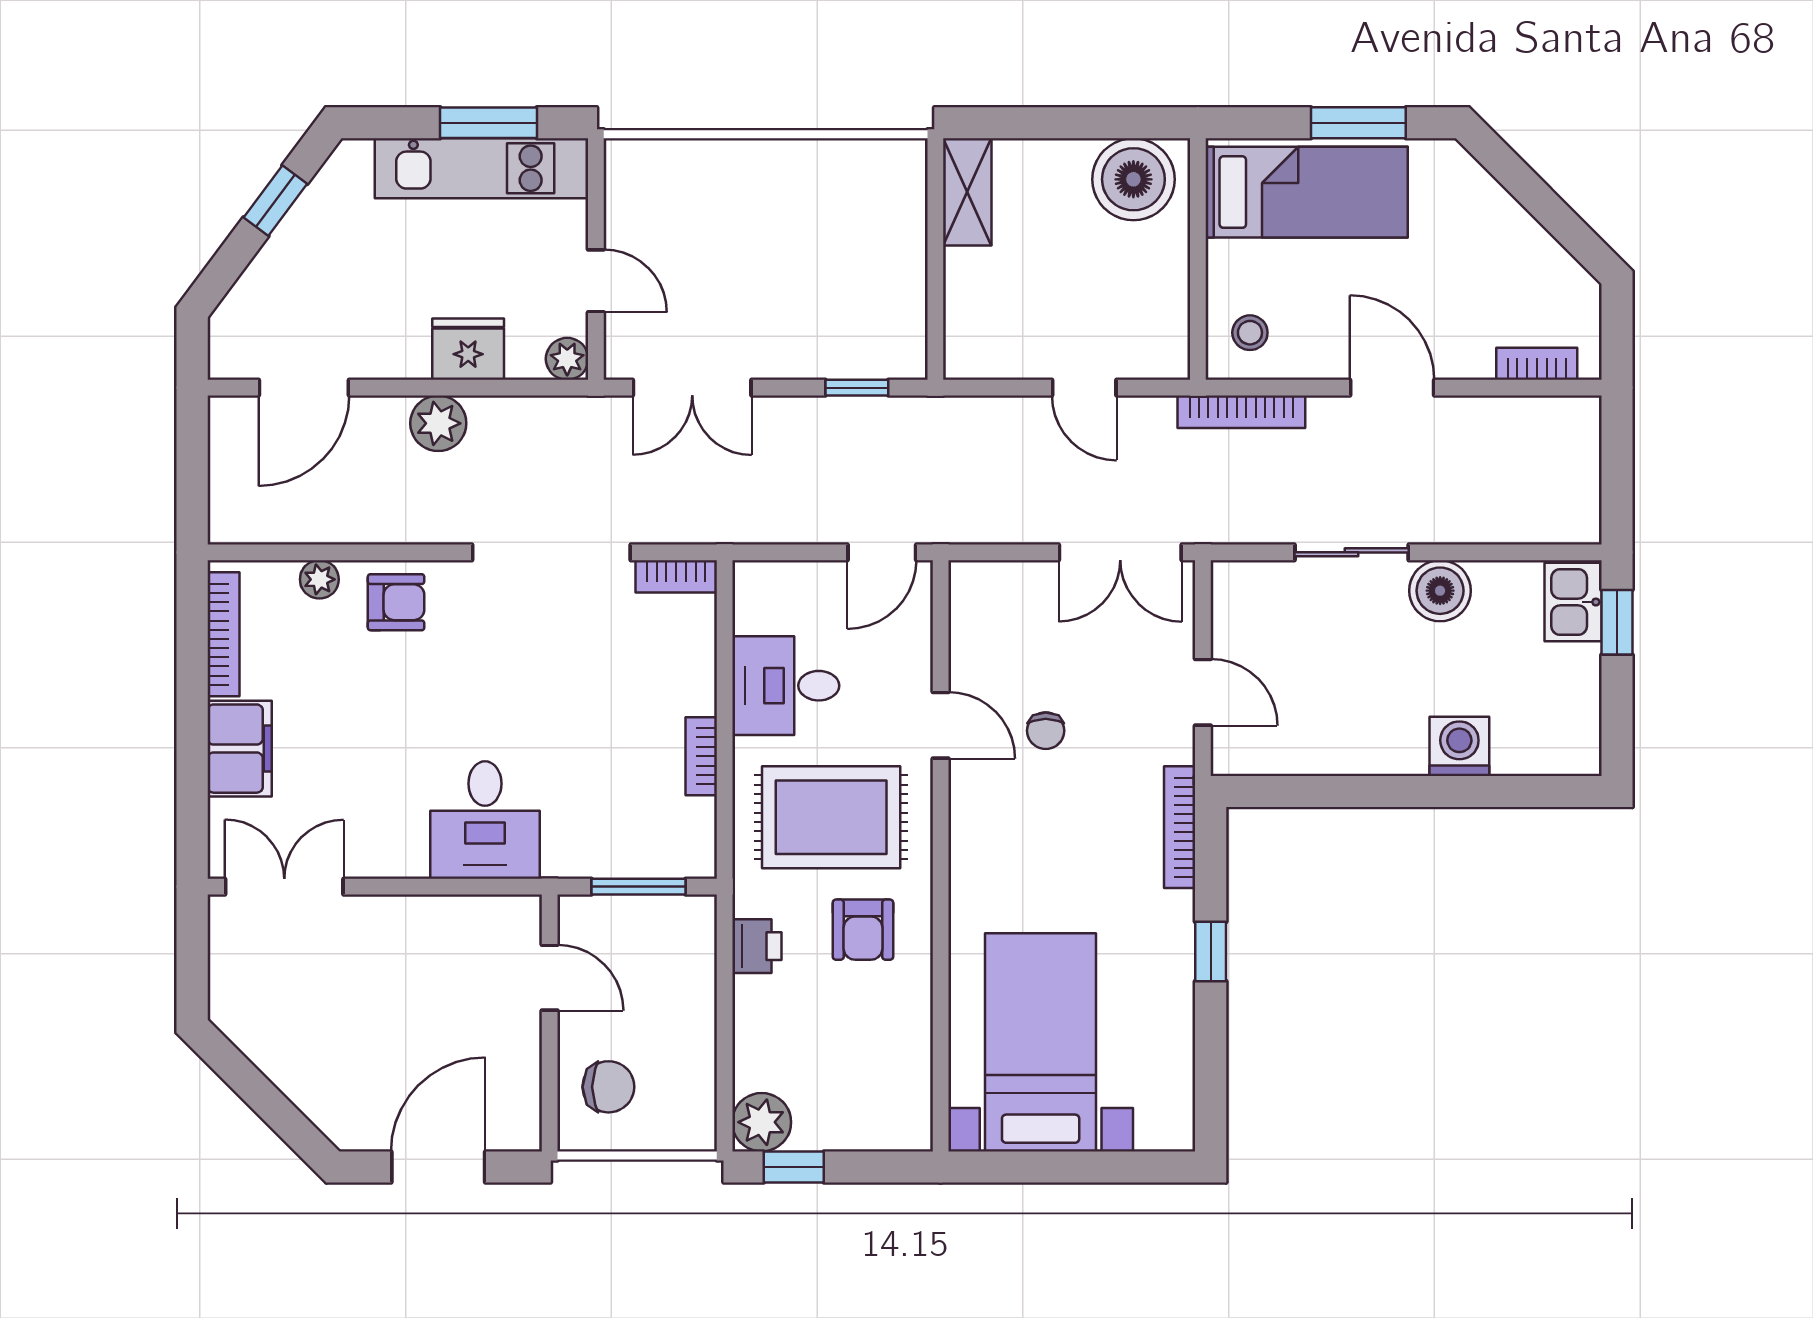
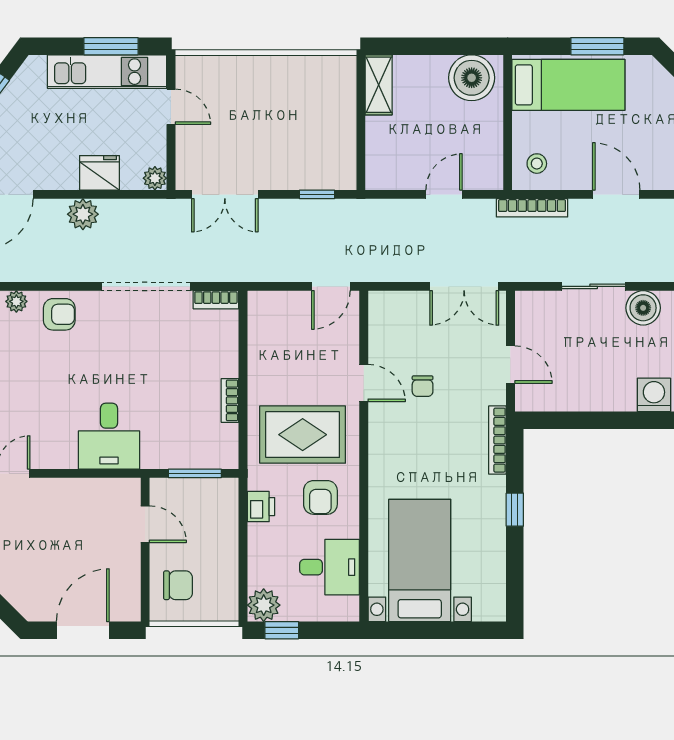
door: (596, 281) -> (171, 107), moved
door: (1084, 388) -> (444, 194), swing flipped
desk: (786, 686) -> (330, 567), moved, turned 180

